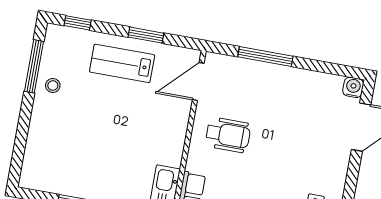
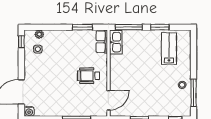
lab bench: (122, 63) -> (169, 49), moved, turned -90

